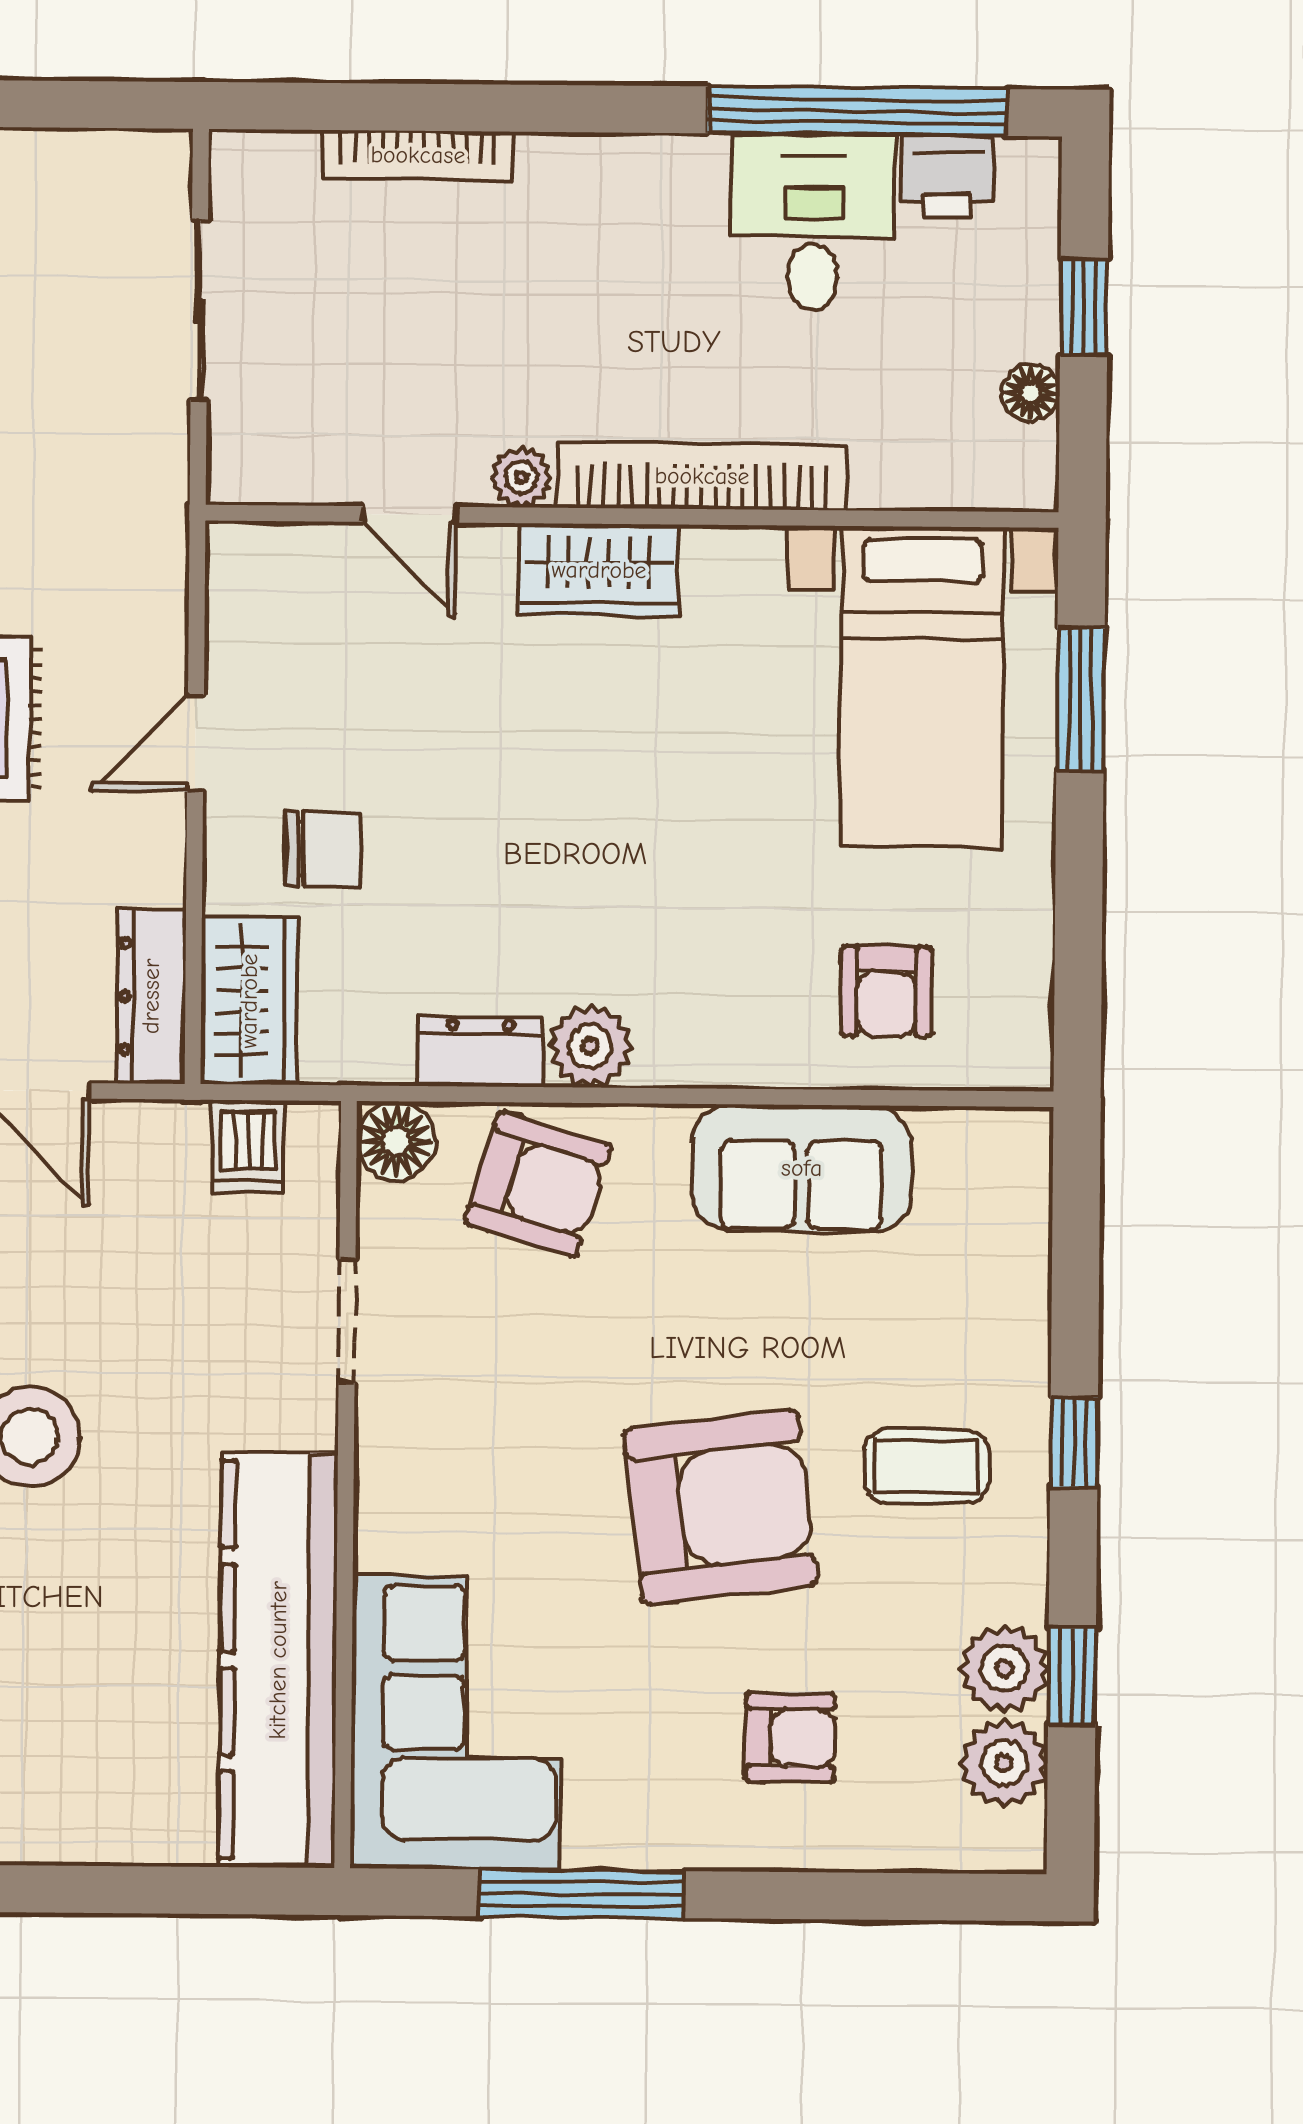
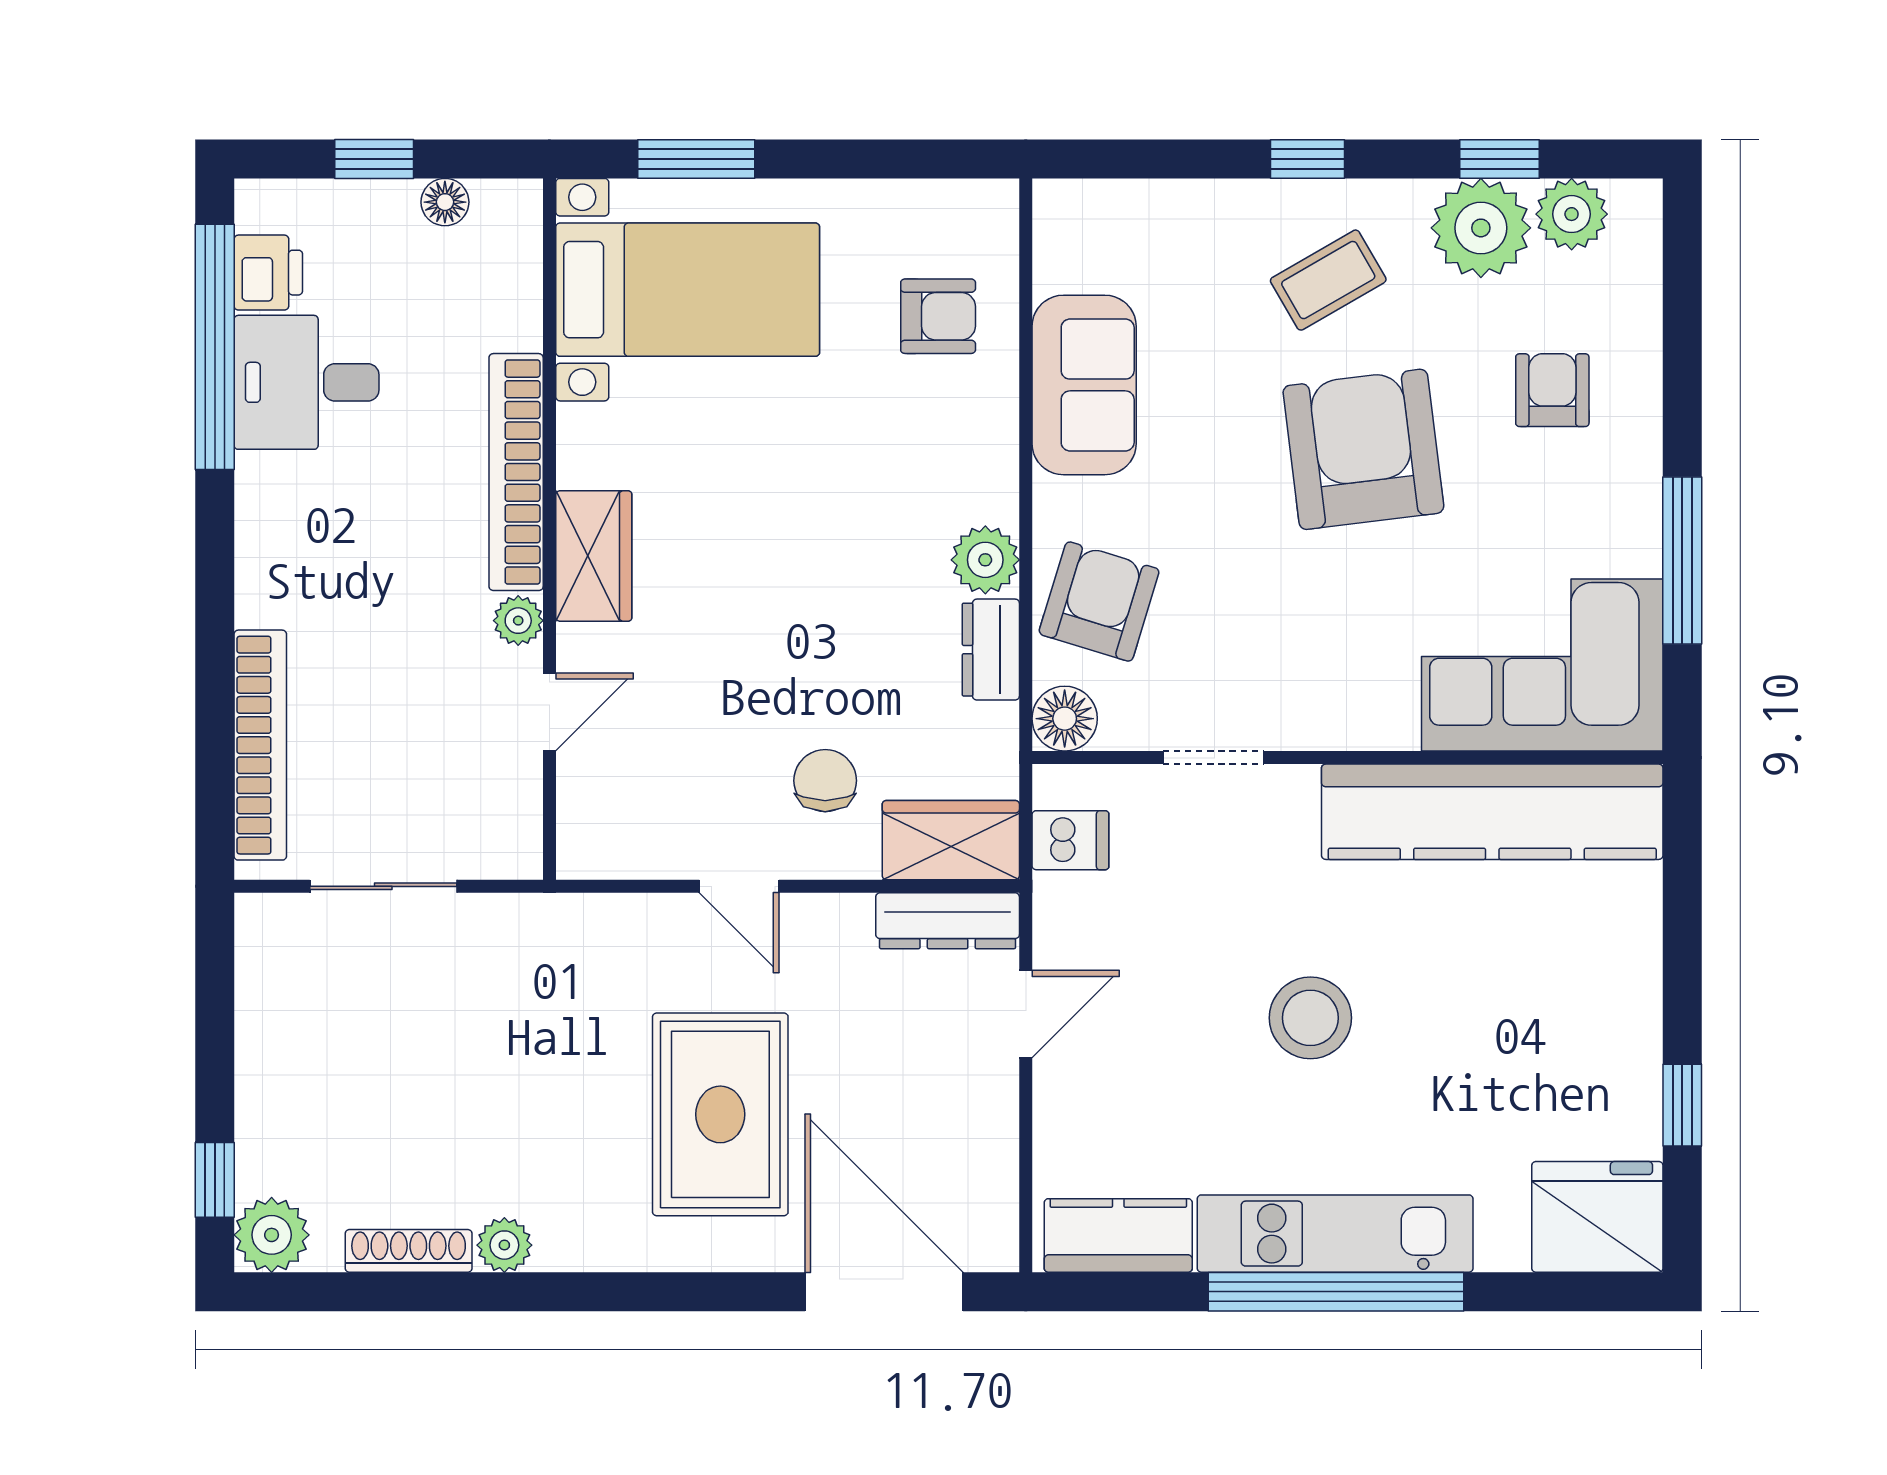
bookcase: (418, 155) -> (260, 745), width x1.48, depth x1.31
coffee table: (927, 1466) -> (1328, 280), turned 60
plant: (1004, 1669) -> (1481, 228), width x1.36, depth x1.36

